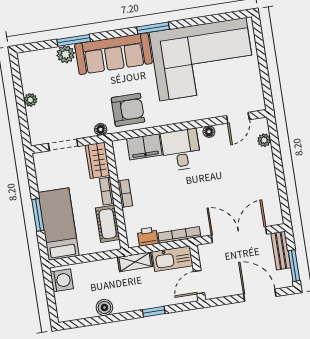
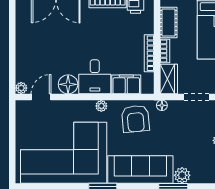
armchair: (128, 110) -> (135, 119), turned -95
plant: (169, 118) -> (101, 106), added
floor lamp: (209, 132) -> (68, 84), width x1.89, depth x1.89
plant: (264, 140) -> (21, 88), moved
bookcase: (125, 193) -> (149, 53), width x1.56

